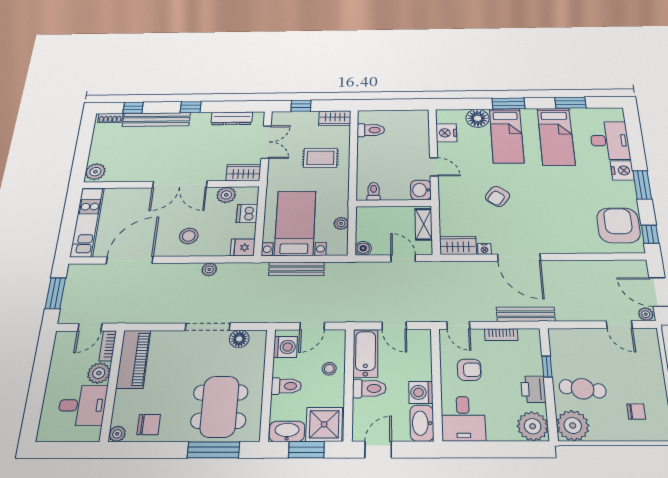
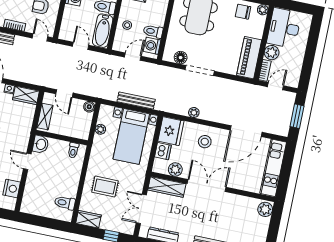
wardrobe: (243, 173) -> (167, 187), width x1.50
fridge: (243, 247) -> (171, 131), width x1.88, depth x1.34
toilet: (286, 386) -> (153, 31), moved
desk: (82, 405) -> (284, 28), width x1.37

